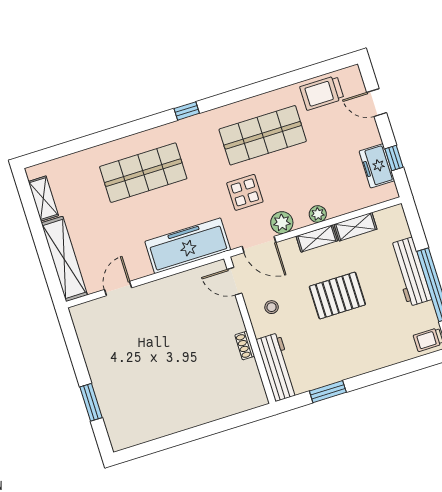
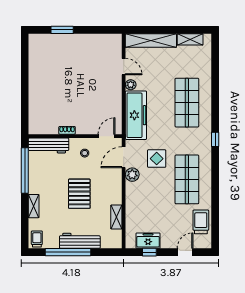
plant: (318, 214) -> (131, 85), moved
shelving: (317, 238) -> (34, 206), moved
window: (328, 392) -> (25, 171), width x2.11

